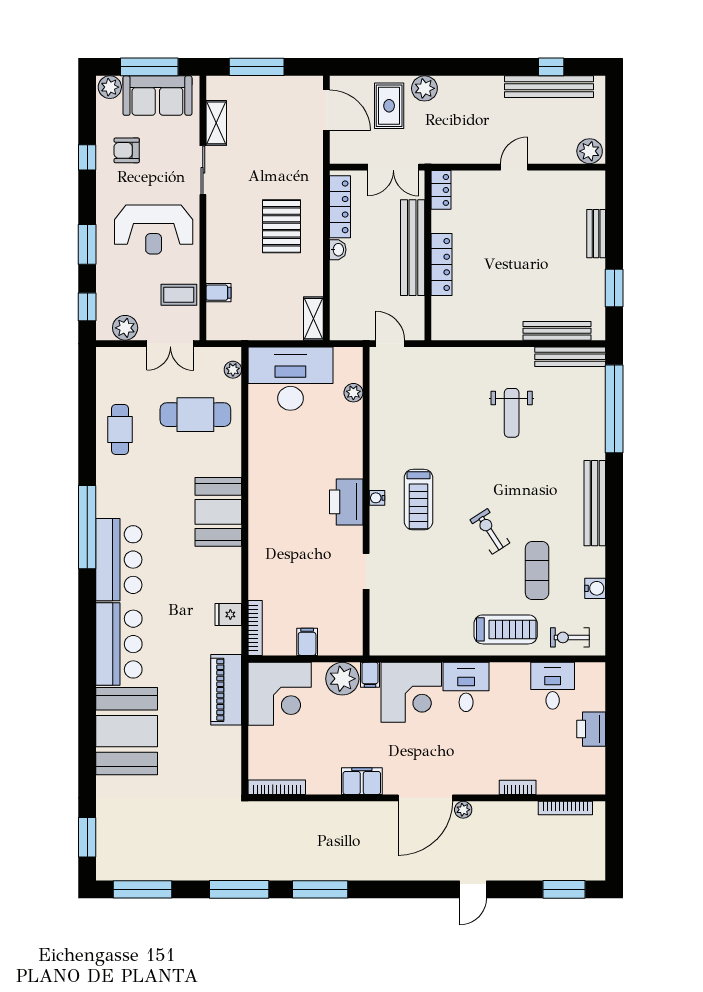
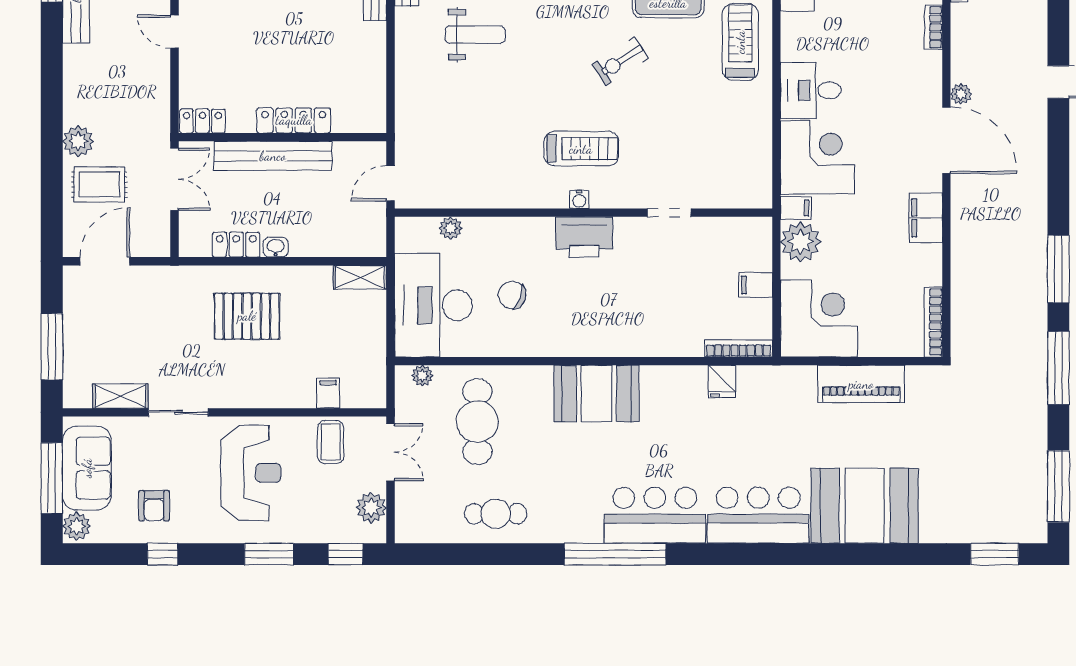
locker: (340, 207) -> (236, 245), width x0.66
chair: (299, 443) -> (512, 295), added
piano: (226, 690) -> (861, 384), moved

